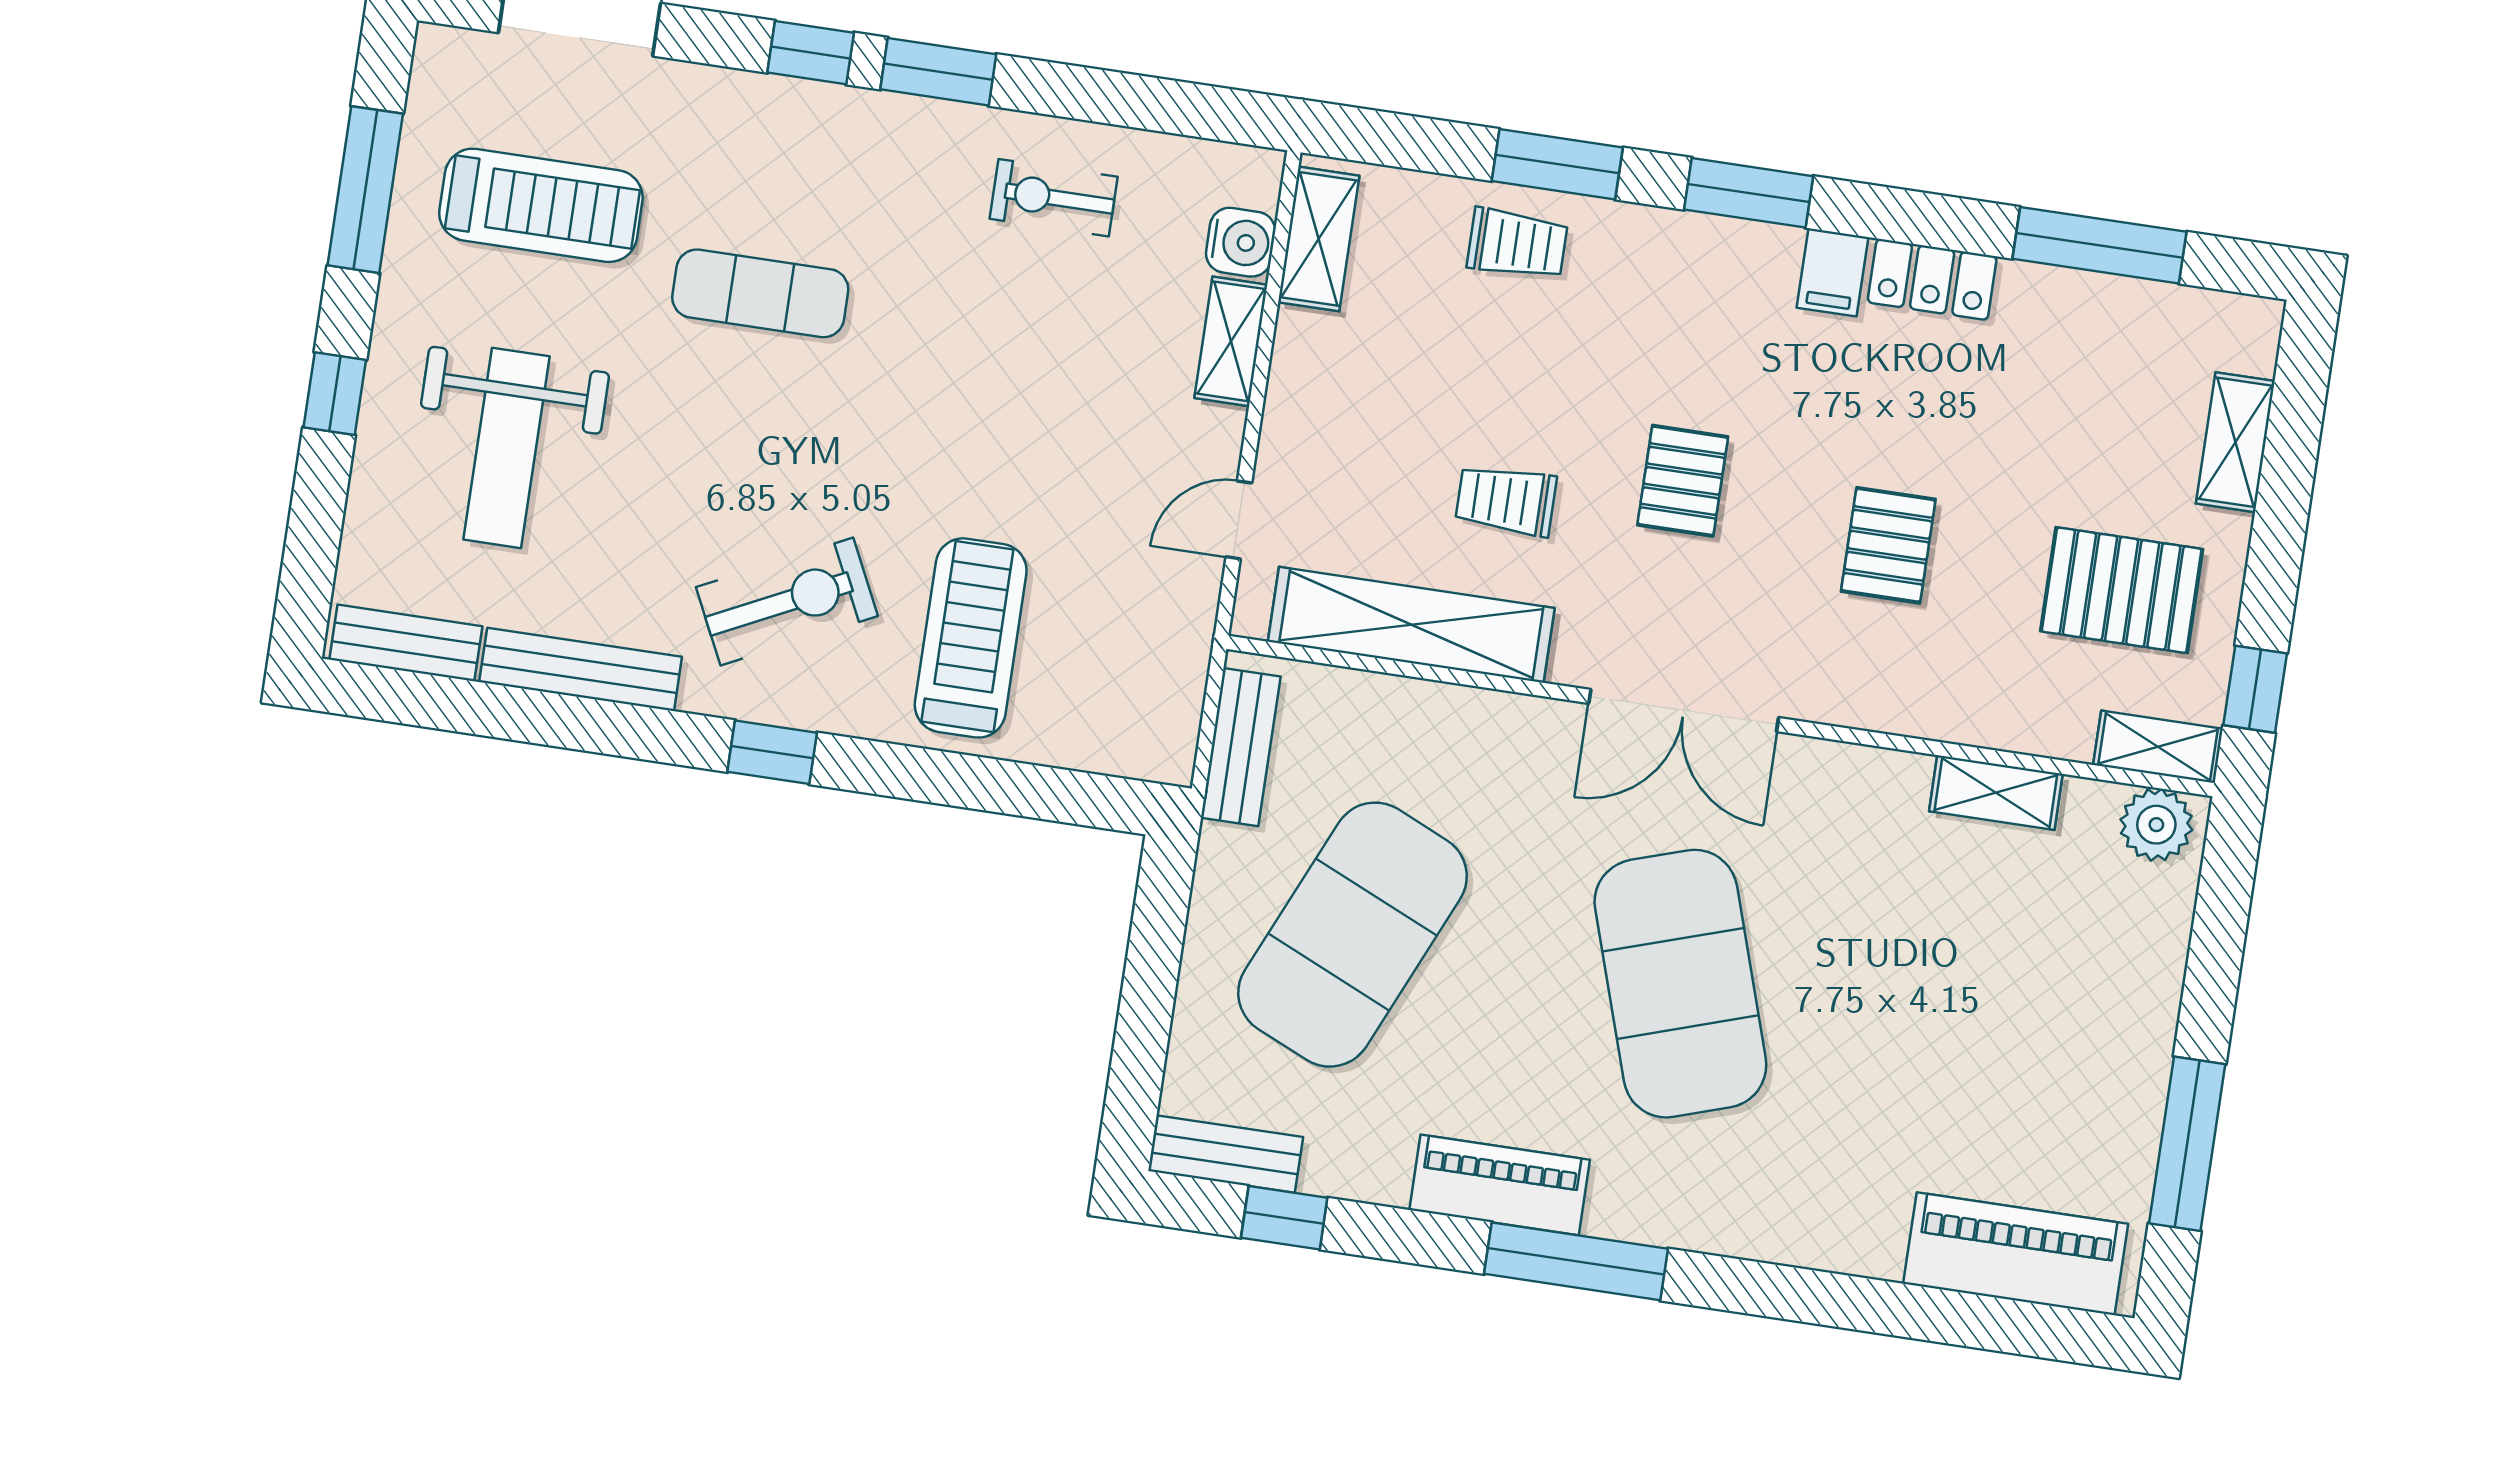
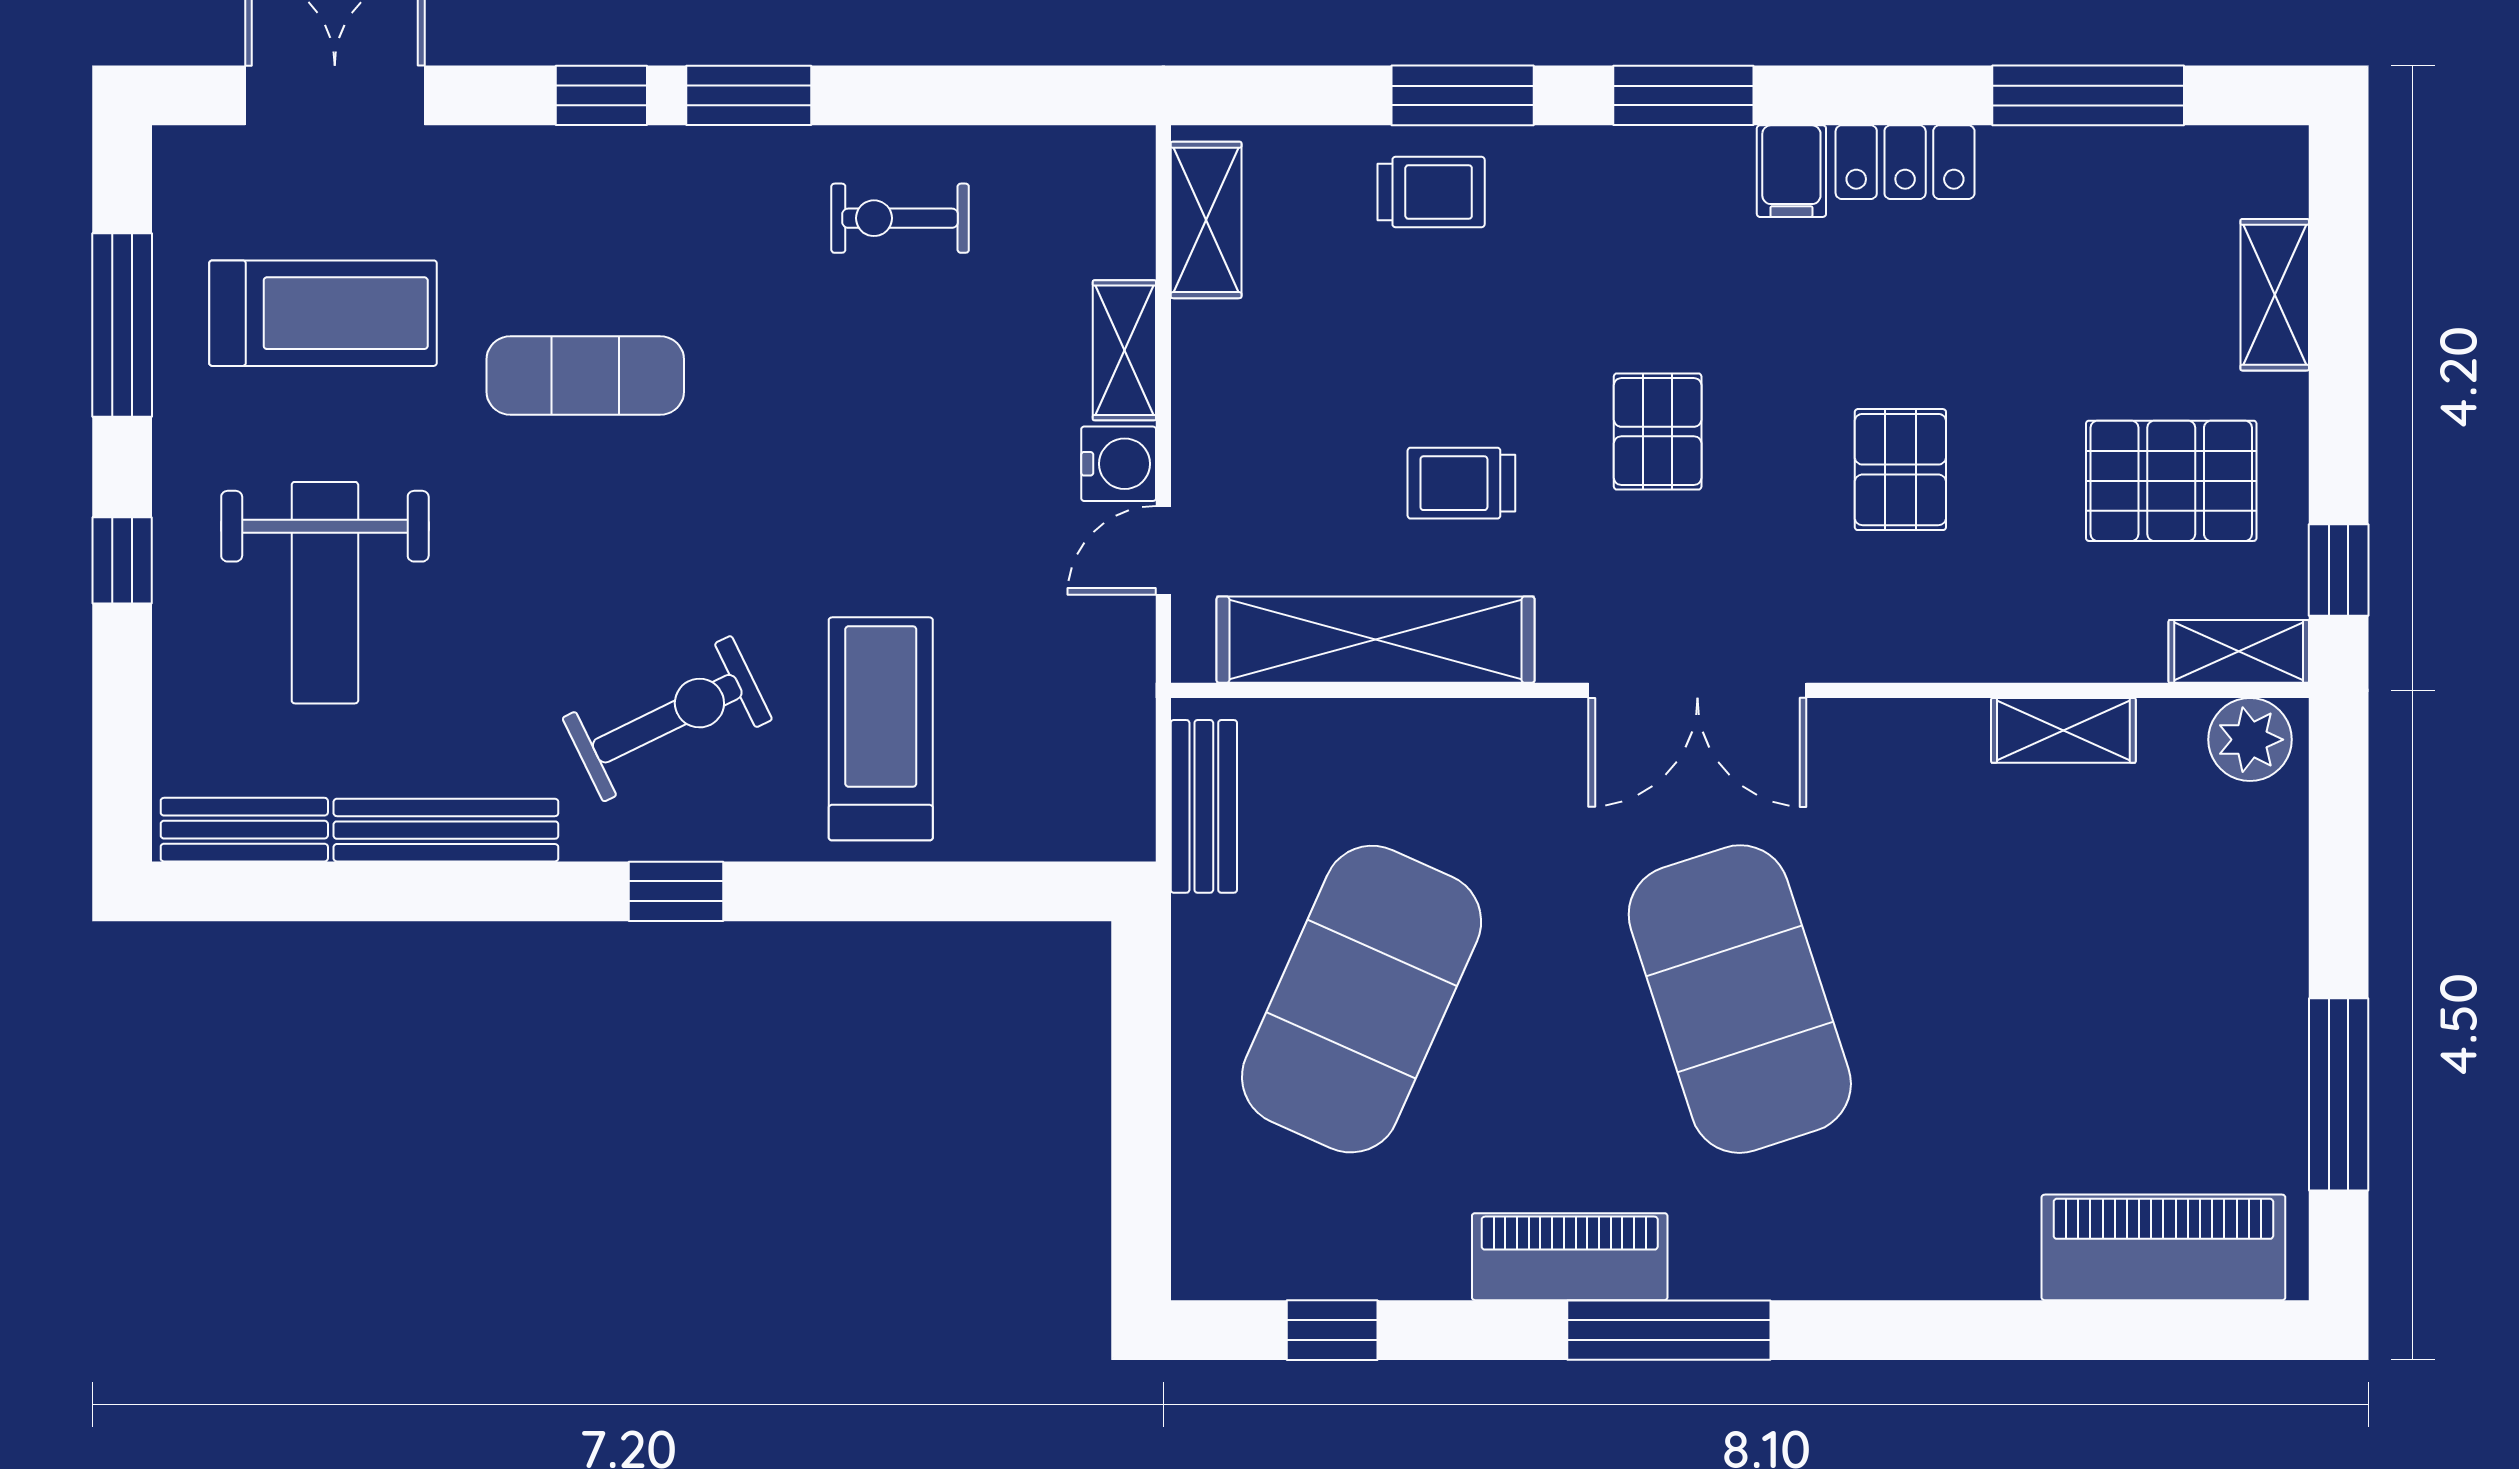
water cooler: (1241, 242) -> (1119, 464), moved
bench: (1226, 1154) -> (1255, 1268), removed

